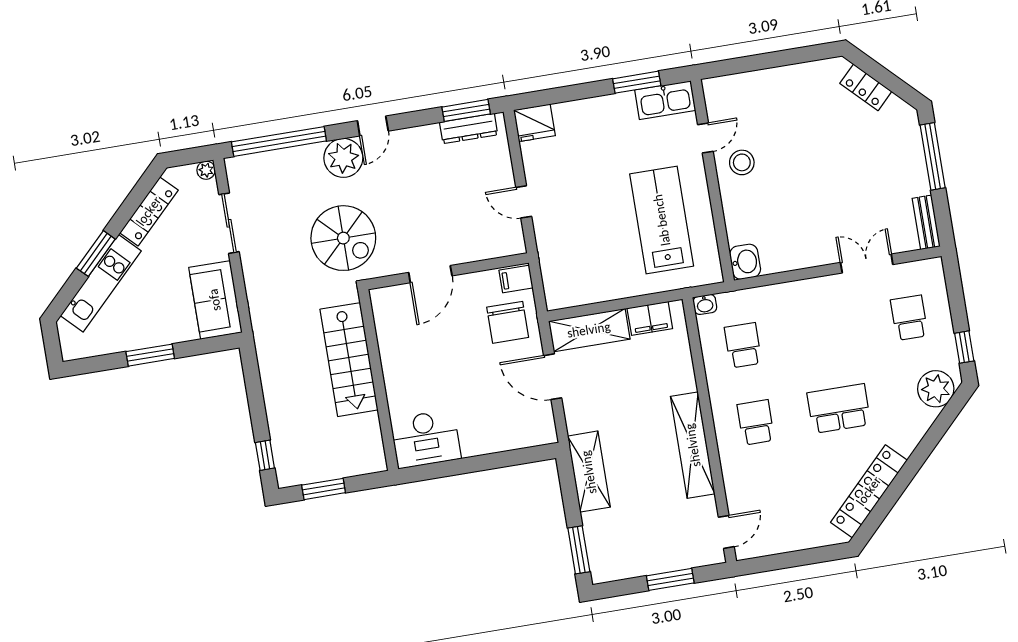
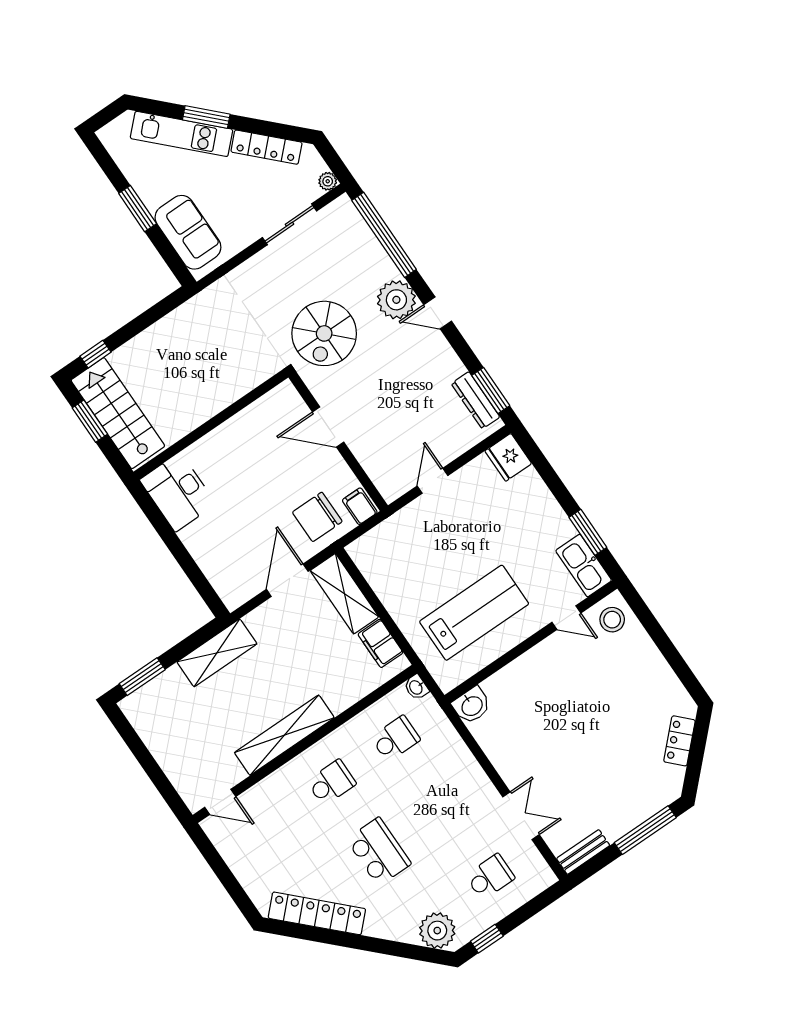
stool: (742, 162) -> (612, 620), moved
sofa: (215, 300) -> (188, 232), moved, turned 90
stairs: (349, 360) -> (118, 413), moved, turned 90
window: (670, 579) -> (154, 771), removed

